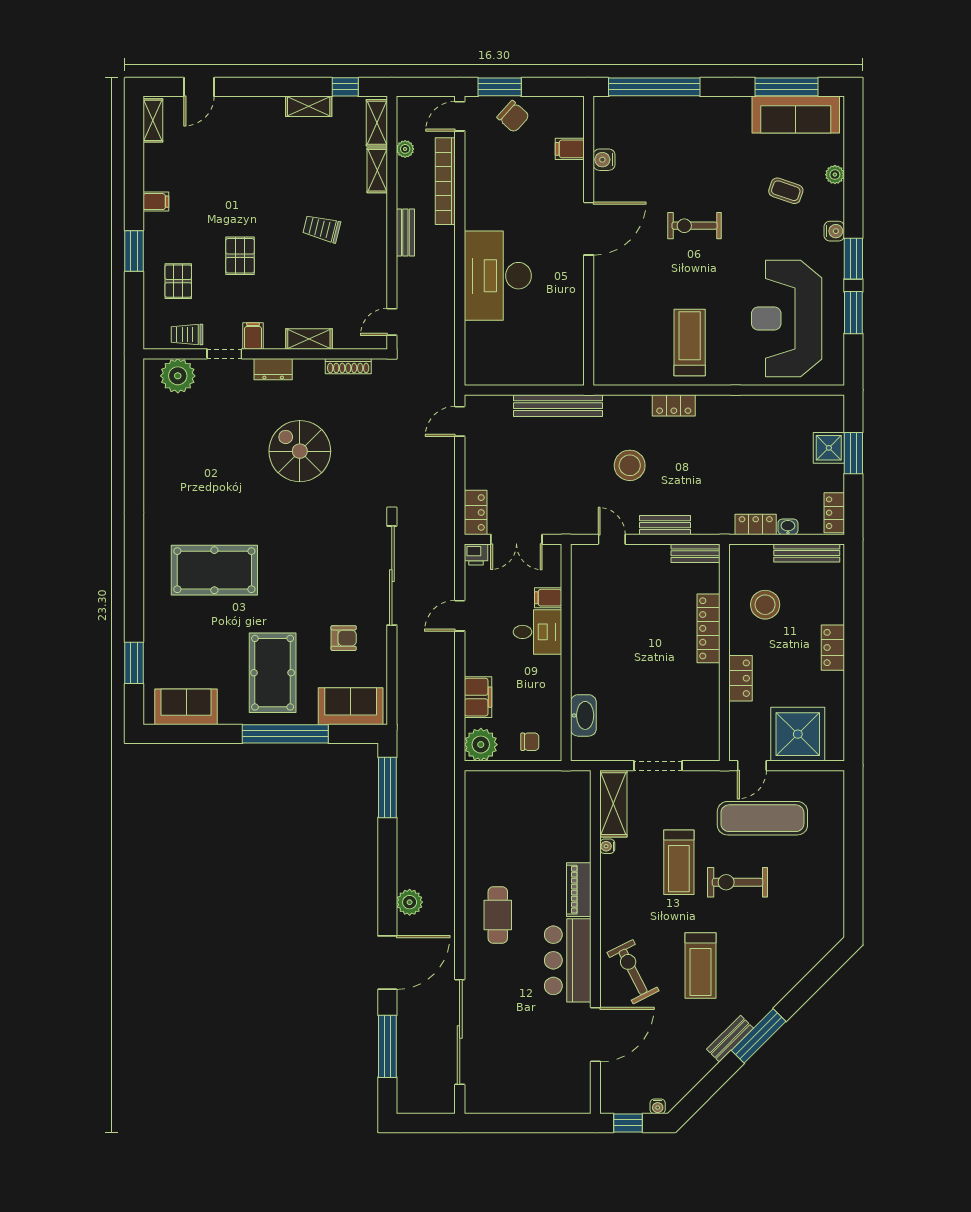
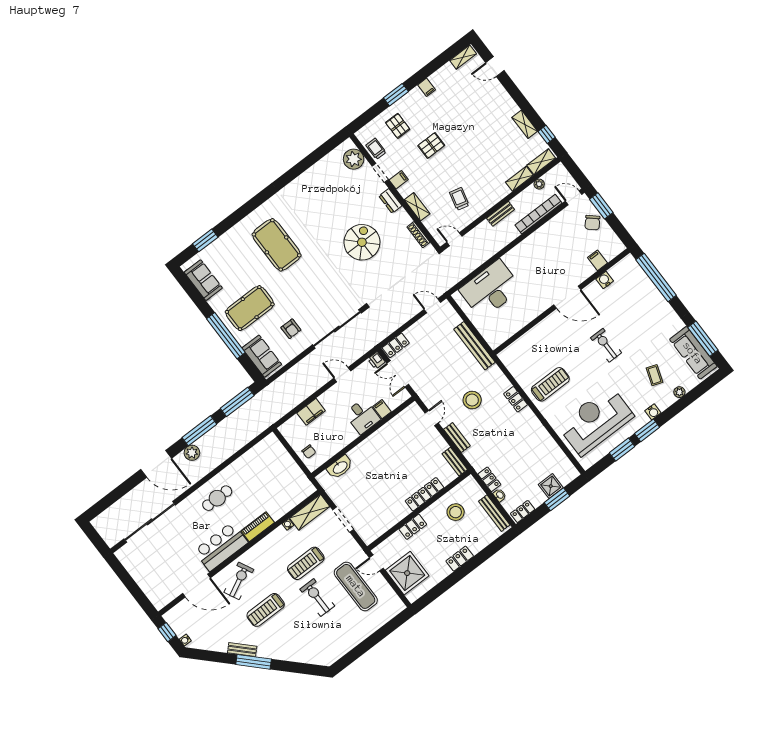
trolley: (322, 229) -> (459, 199), moved
desk: (498, 276) -> (490, 289), moved
pallet: (178, 281) -> (398, 126), turned 90
plant: (481, 745) -> (290, 430), removed
window: (387, 1046) -> (199, 431), moved

